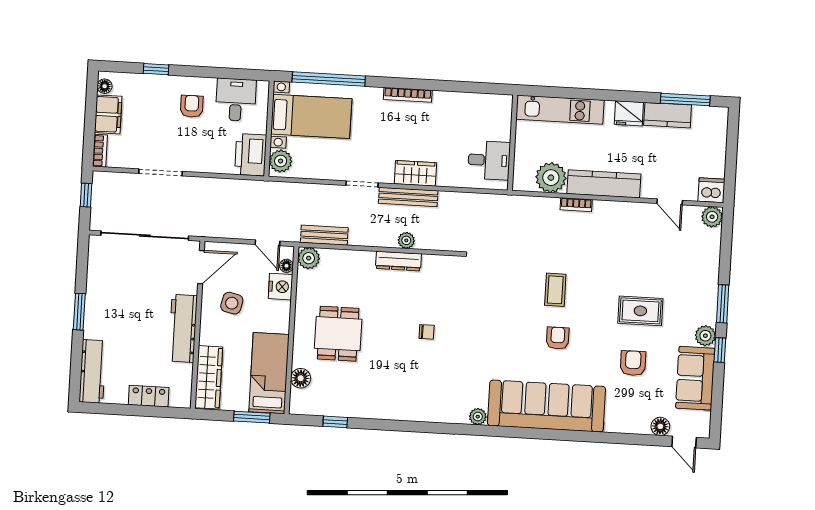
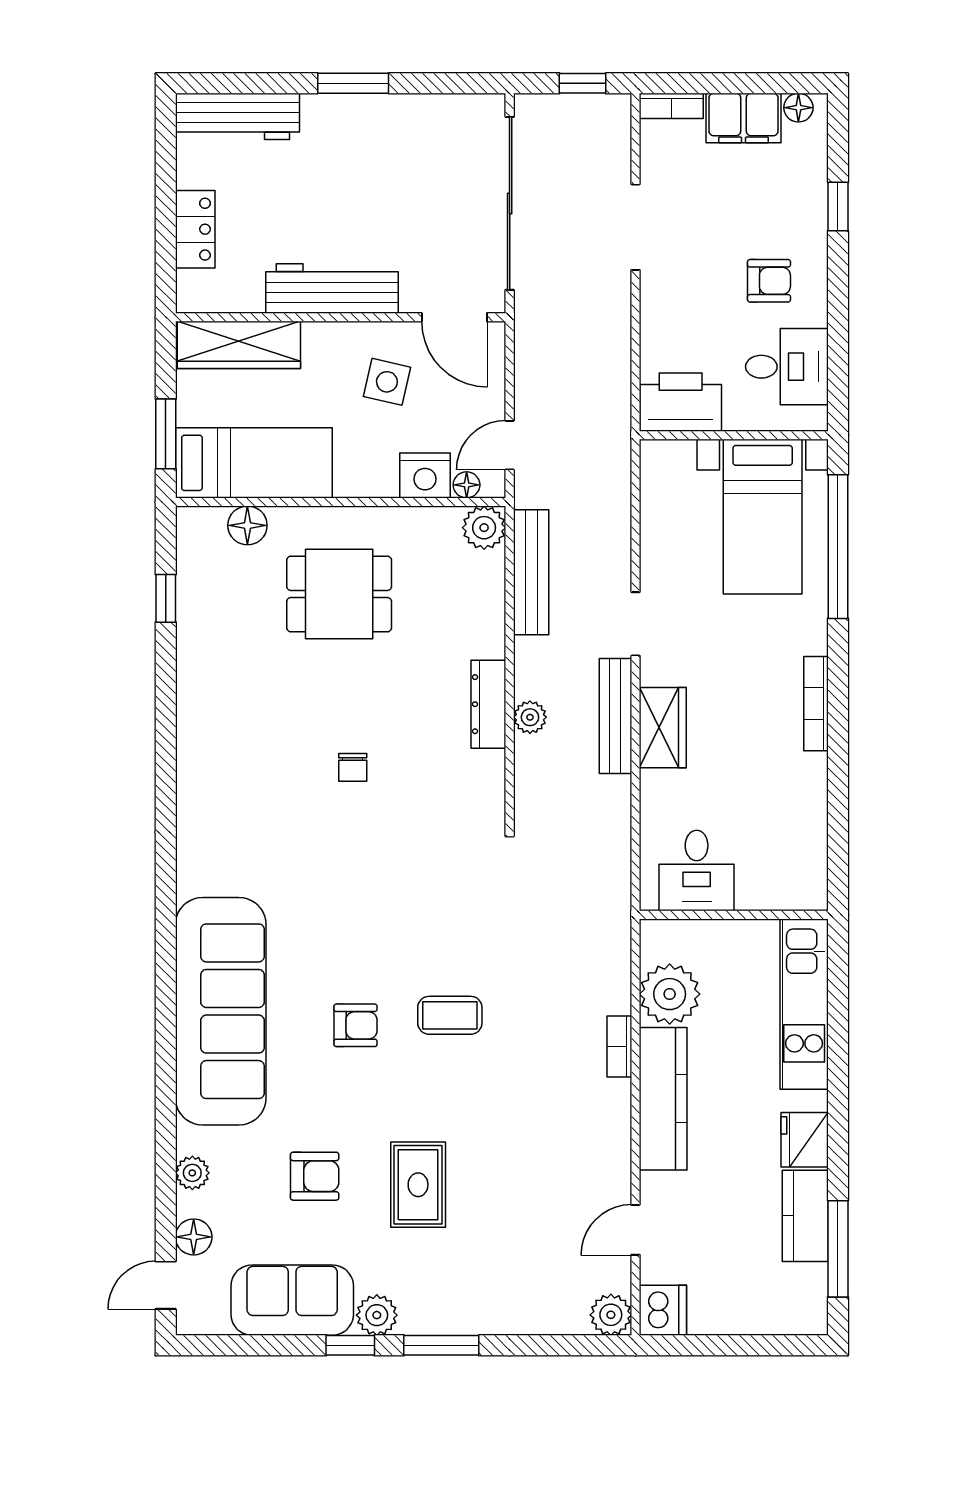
plant: (281, 161) -> (672, 462), removed
bench: (324, 235) -> (531, 572), width x1.36
plant: (478, 417) -> (192, 1173), moved

